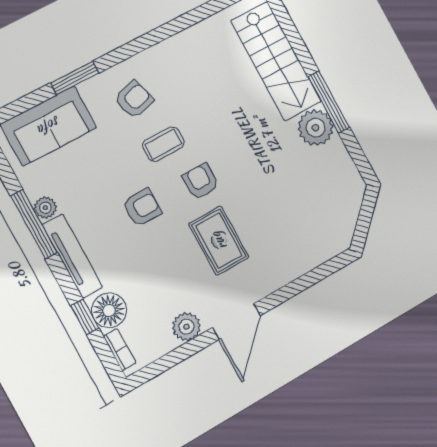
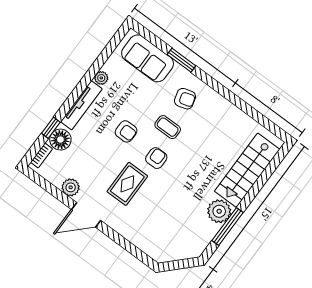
window: (329, 102) -> (228, 227), moved
window: (34, 224) -> (89, 76), removed

